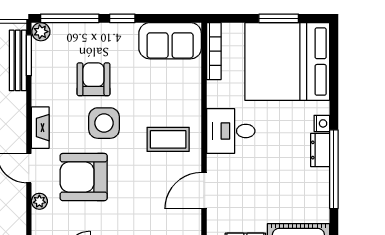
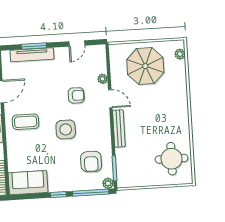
bench: (18, 60) -> (119, 128), moved
armchair: (93, 79) -> (91, 162), moved
fireplace: (40, 128) -> (105, 124), removed
armchair: (84, 177) -> (76, 95), width x0.53, depth x0.53

